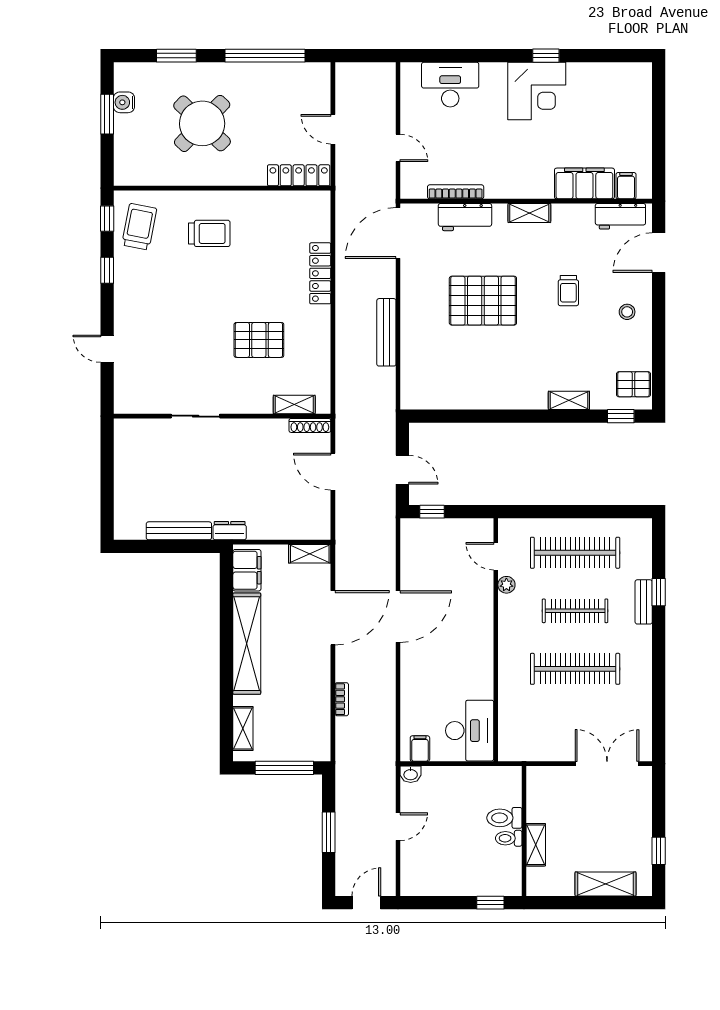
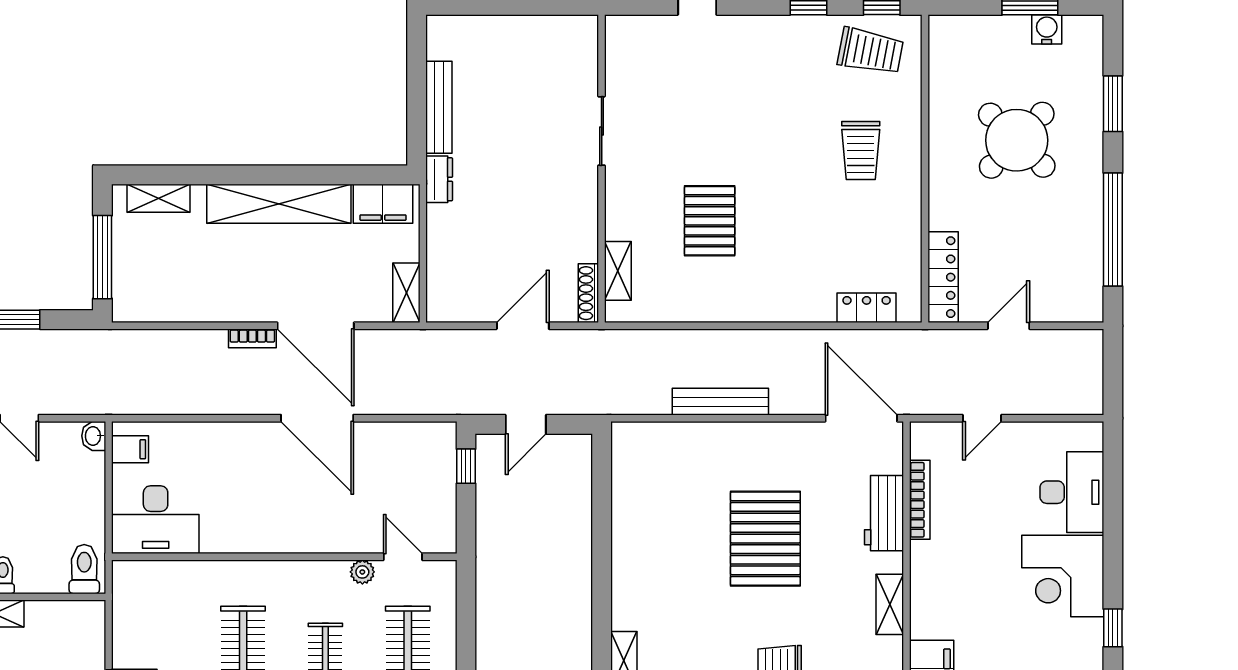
corner desk: (537, 91) -> (1063, 576), moved
locker: (320, 273) -> (867, 308), moved, width x0.66
door: (496, 556) -> (403, 557), hinge flipped
bookcase: (342, 699) -> (252, 338), moved
toilet: (504, 818) -> (84, 569), moved

